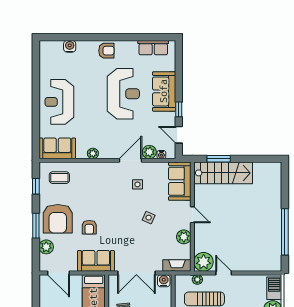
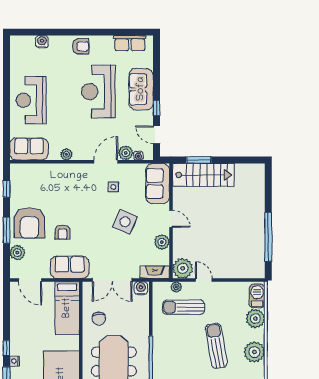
reception desk: (123, 94) -> (98, 92), turned 180
coffee table: (59, 178) -> (31, 180), removed
side table: (149, 218) -> (125, 222), width x1.87, depth x1.87

